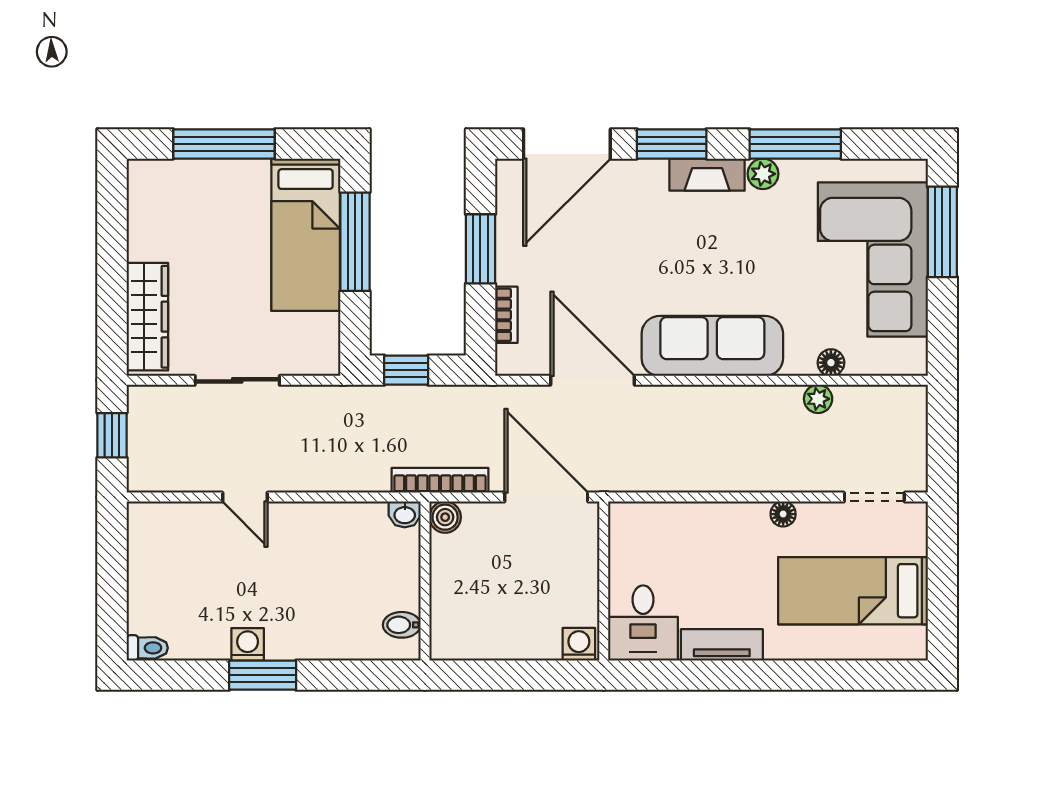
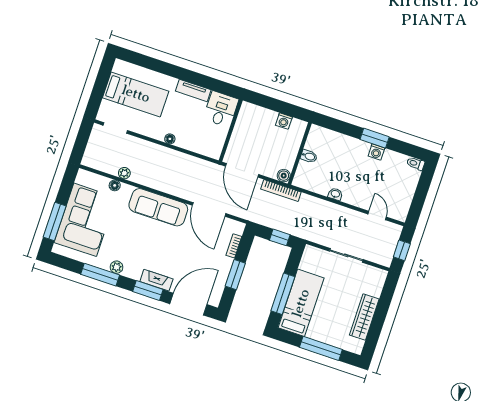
fireplace: (707, 175) -> (156, 280), moved
wardrobe: (147, 317) -> (364, 317), moved
door: (245, 497) -> (377, 216), moved
washbasin: (405, 514) -> (335, 194), moved
floor lamp: (783, 514) -> (170, 139), moved
bidet: (402, 625) -> (309, 156), moved
washing machine: (579, 644) -> (284, 121), moved

